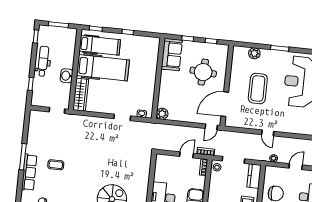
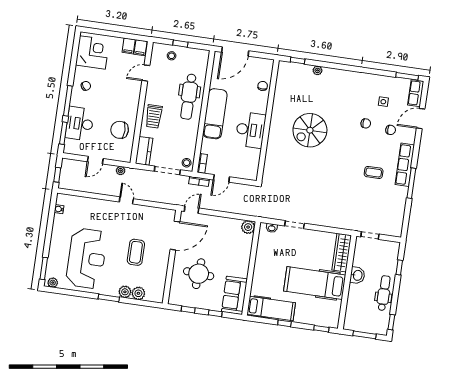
hospital bed: (100, 45) -> (271, 308), moved, turned 180
plant: (266, 54) -> (125, 292), added
dental chair: (43, 61) -> (384, 293), turned 180
coffee table: (258, 89) -> (136, 252), width x0.73, depth x0.76

